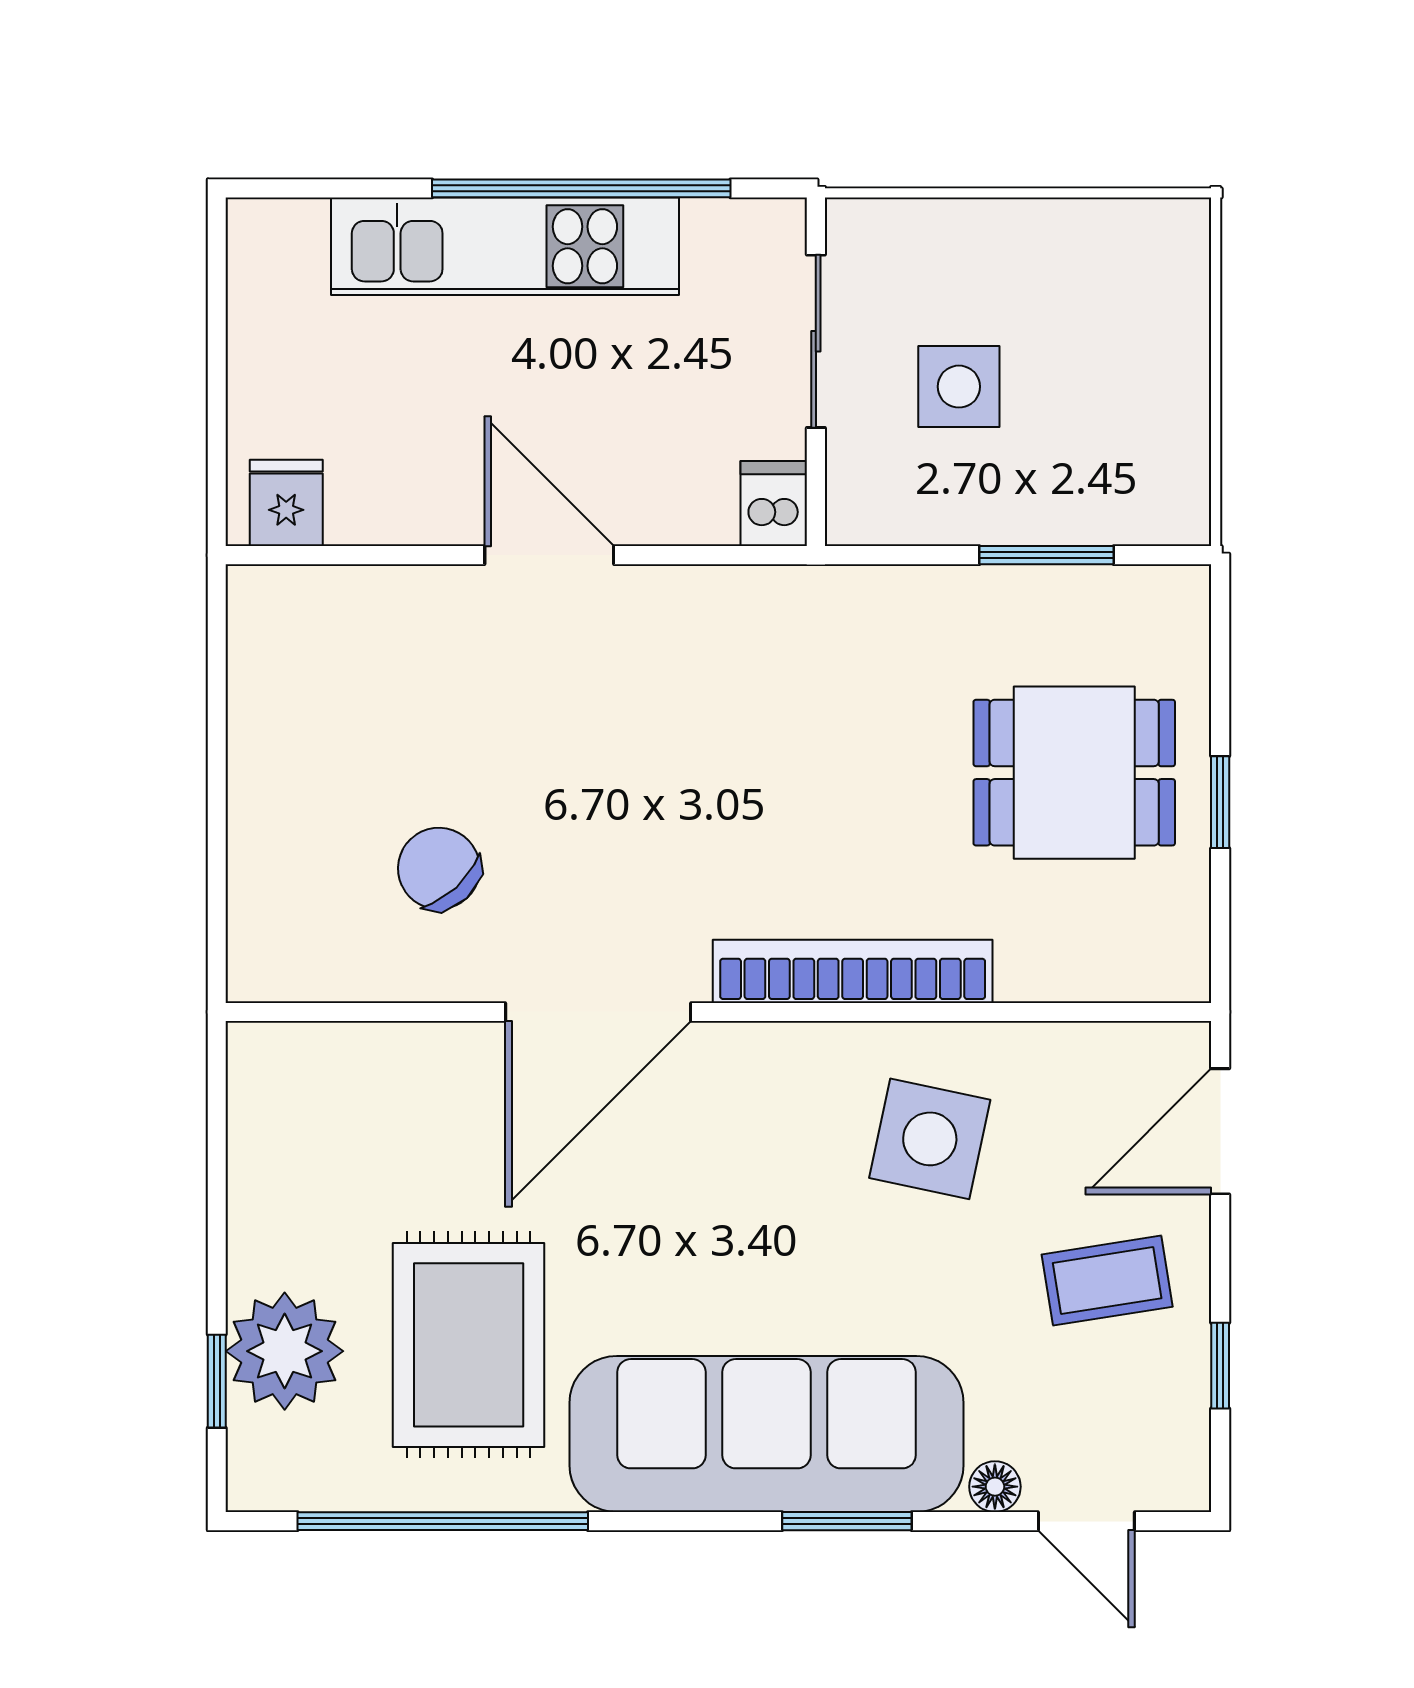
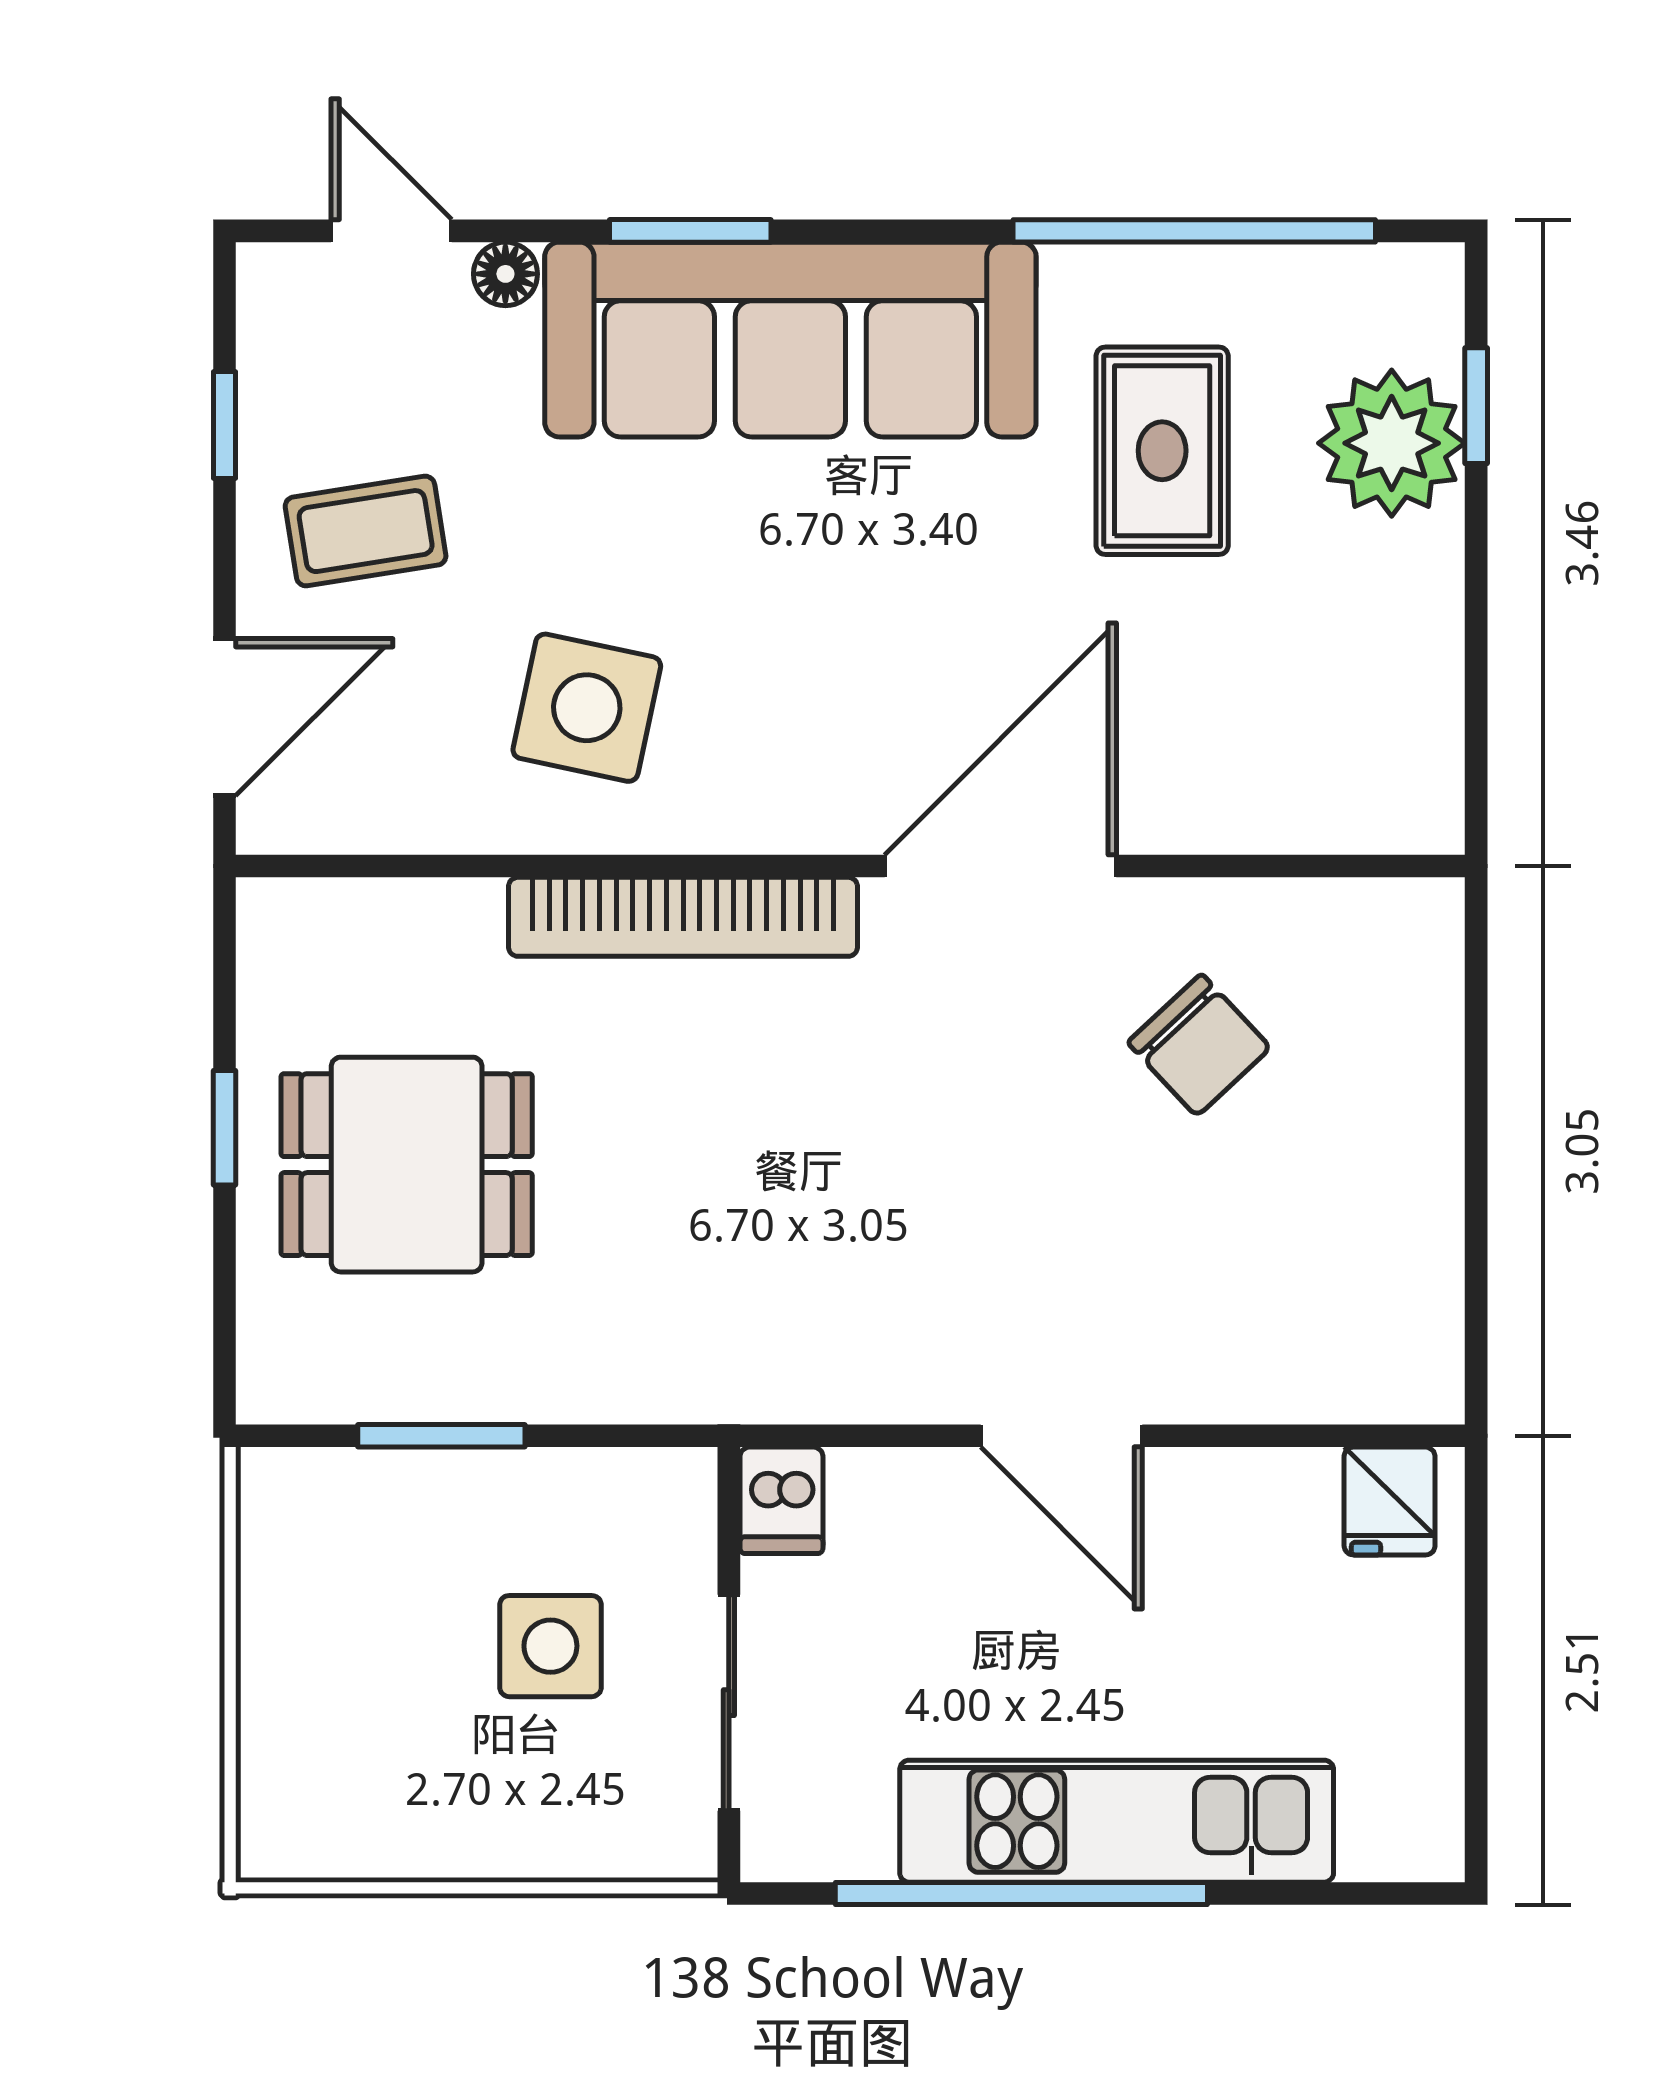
rug: (469, 1345) -> (1162, 451), width x0.73, depth x0.70

